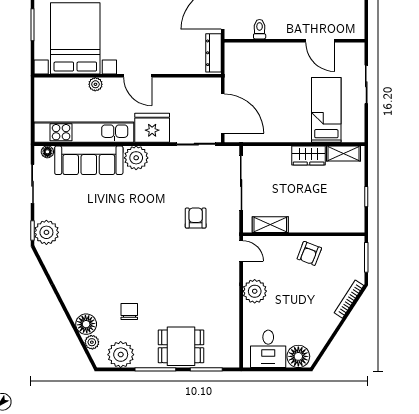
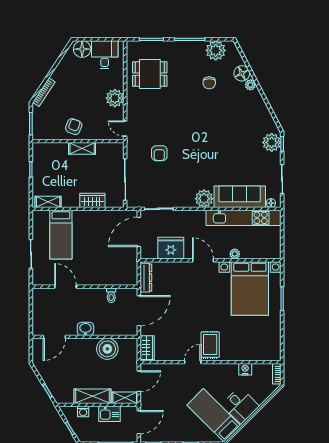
door: (223, 114) -> (139, 232), hinge flipped
fridge: (152, 128) -> (171, 248), moved, turned 180
wardrobe: (309, 155) -> (92, 200), moved
shelving: (270, 225) -> (82, 148), moved
plant: (92, 342) -> (250, 85), moved
dining table: (181, 346) -> (150, 74), moved

